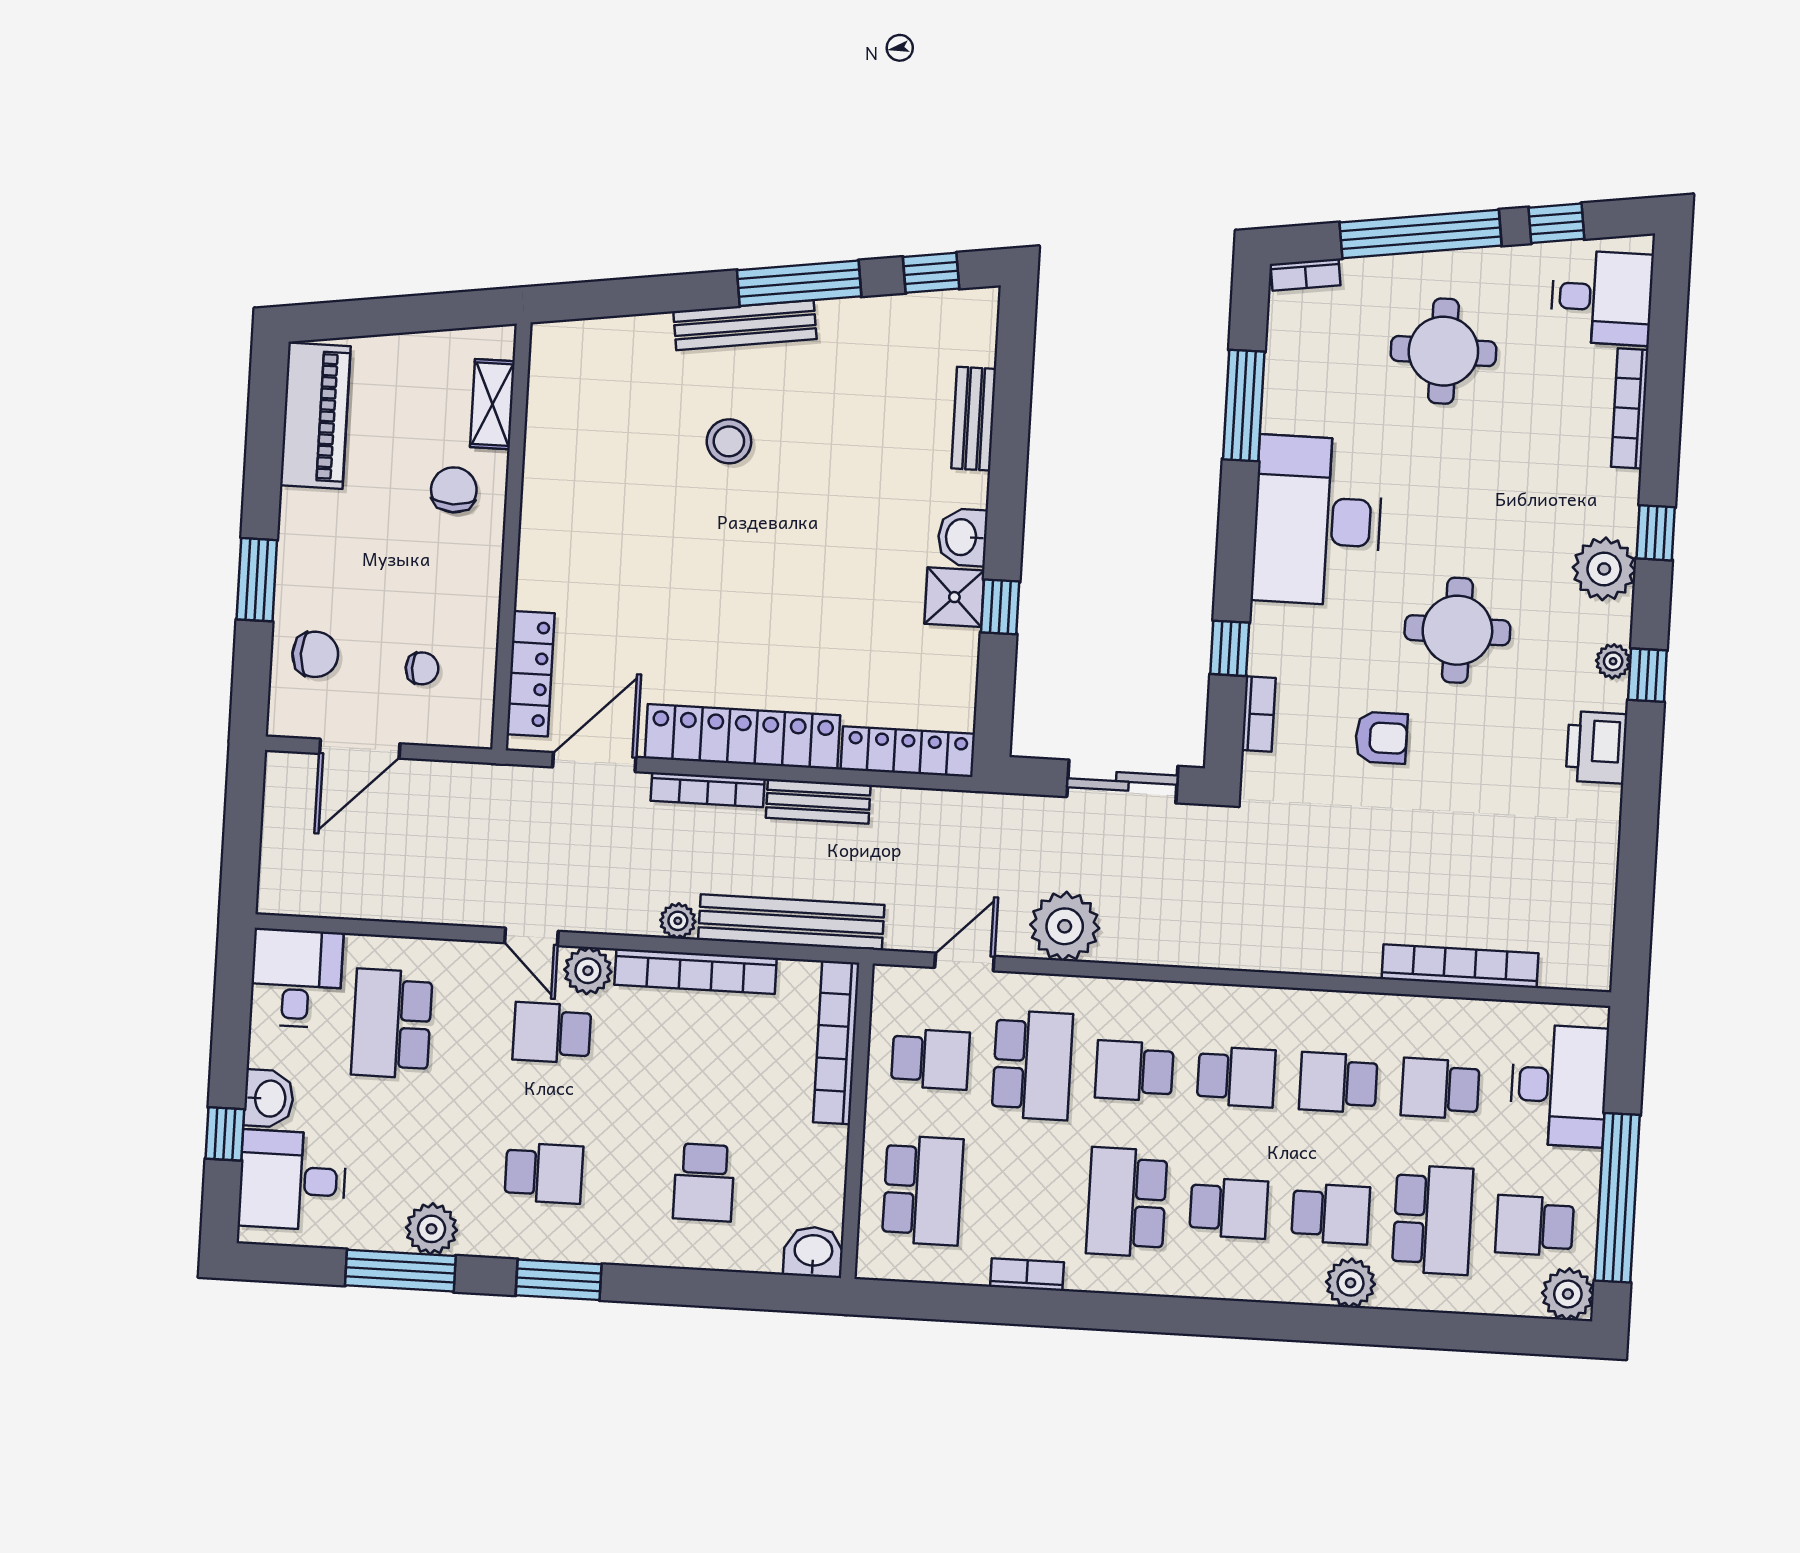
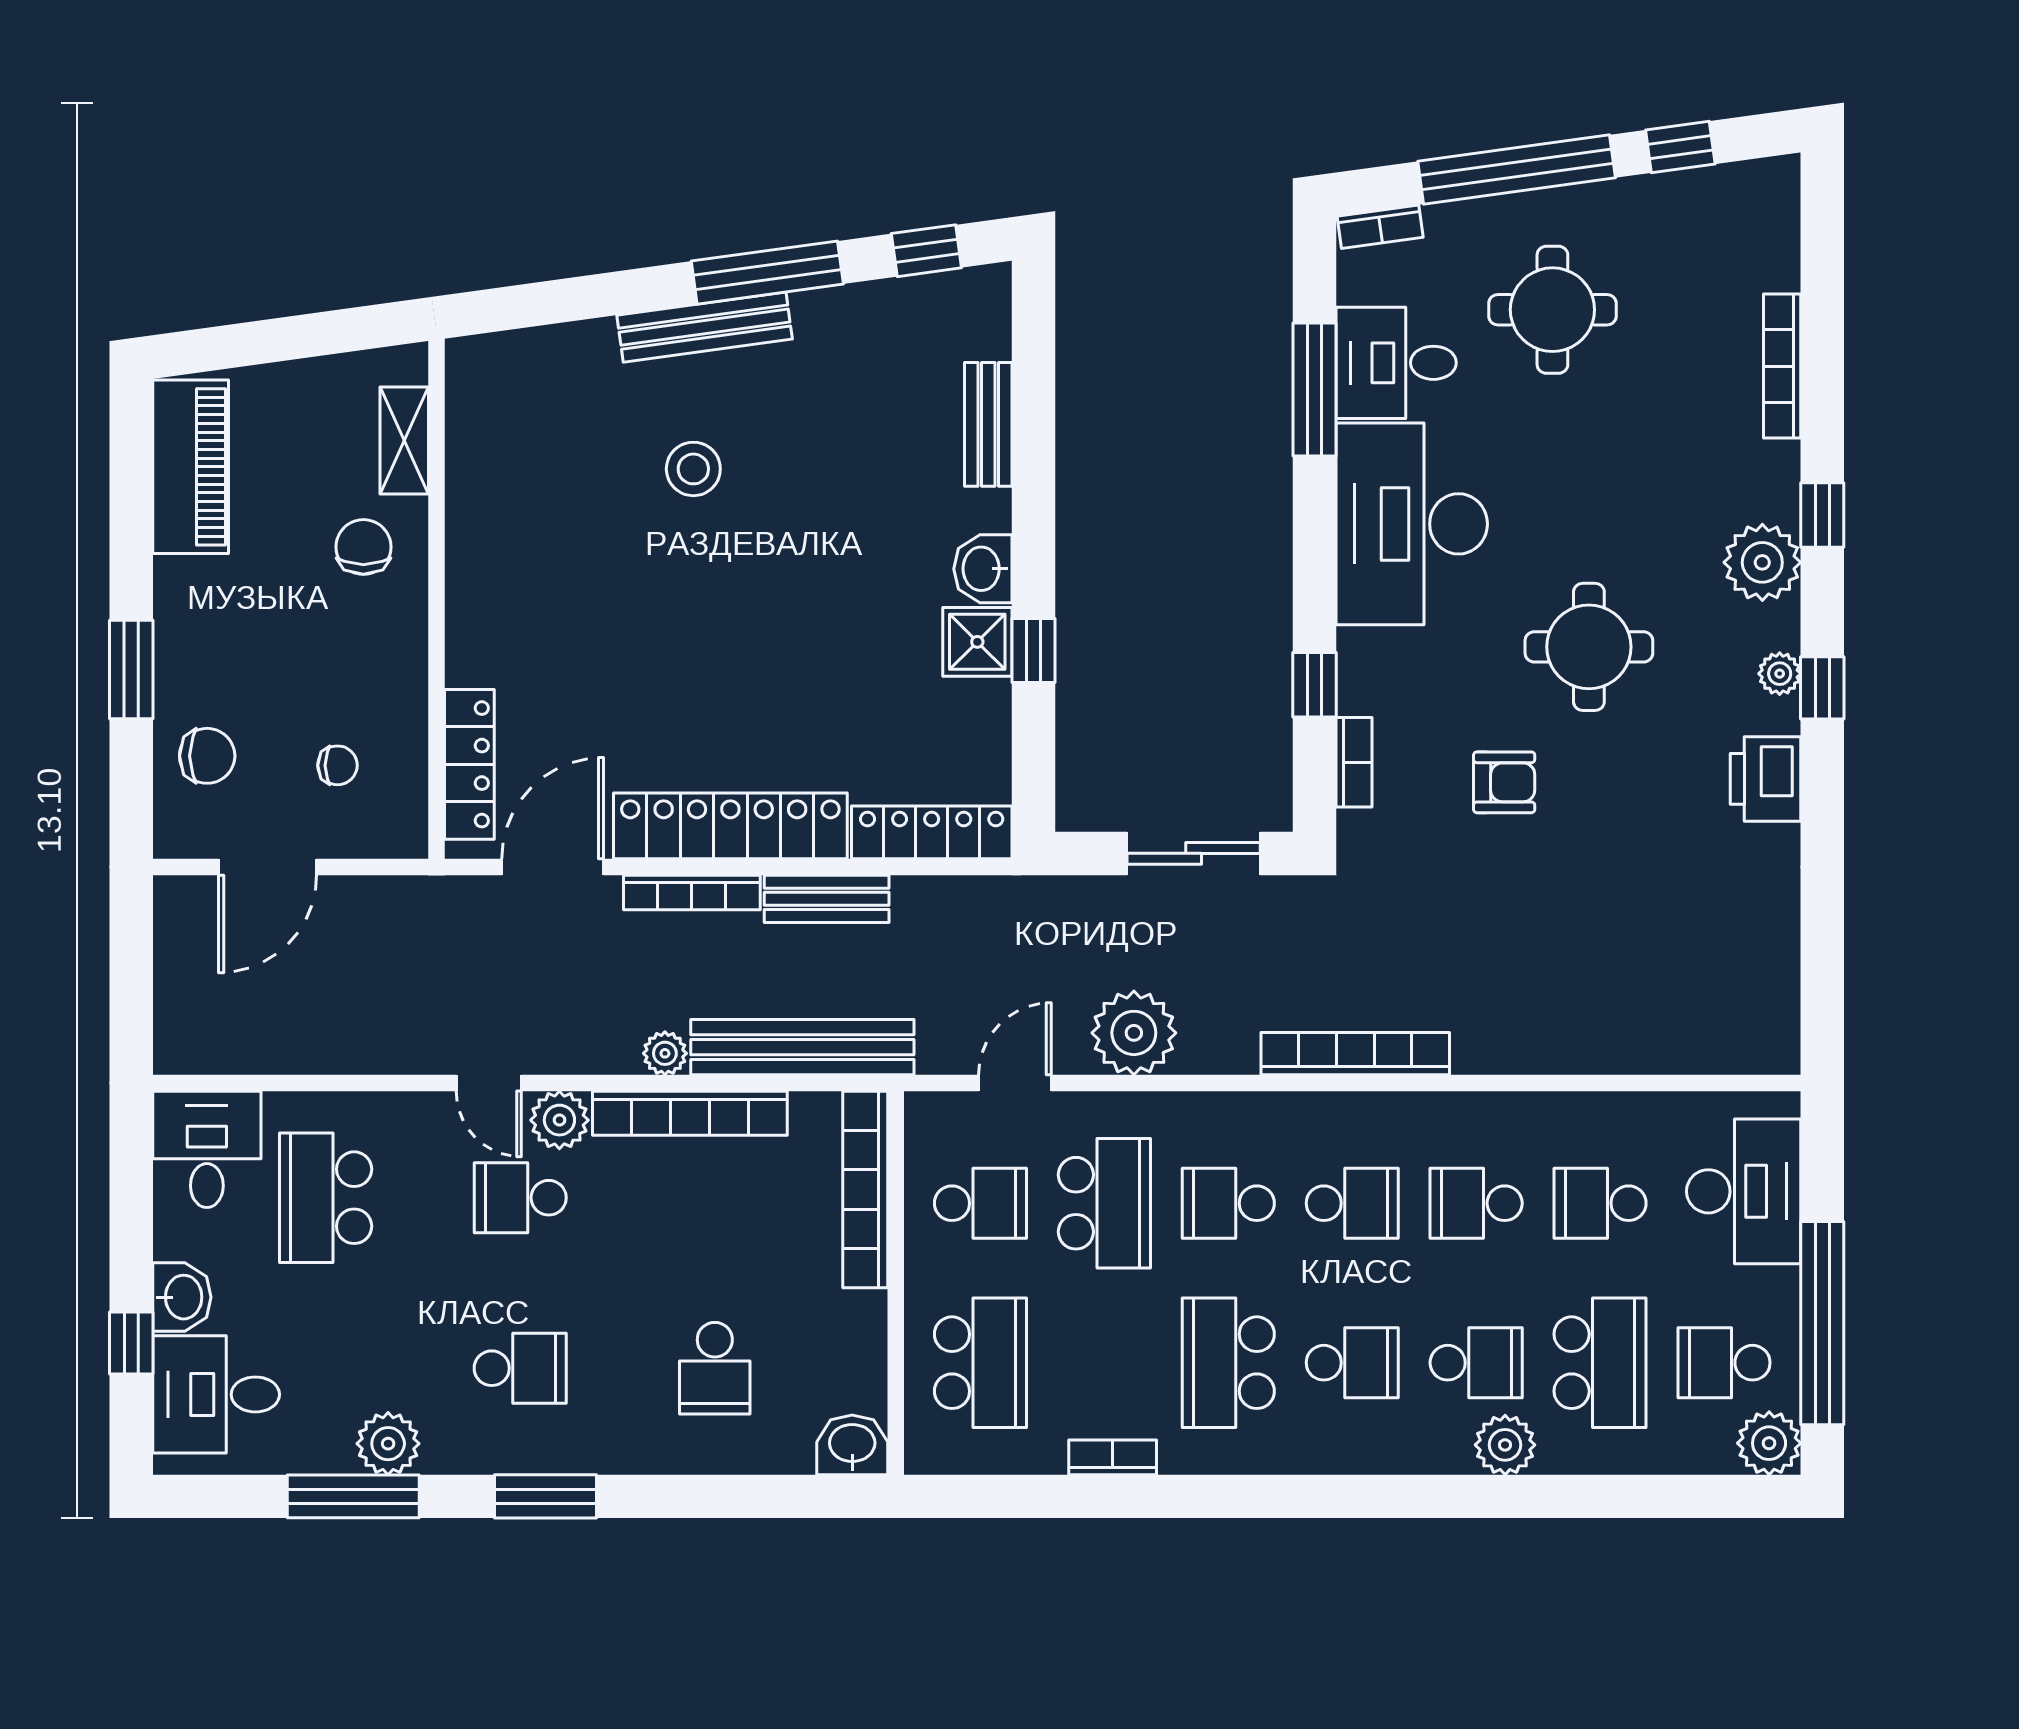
desk: (1602, 298) -> (1396, 363), moved, turned 180
bookcase: (1460, 966) -> (1355, 1054), moved

